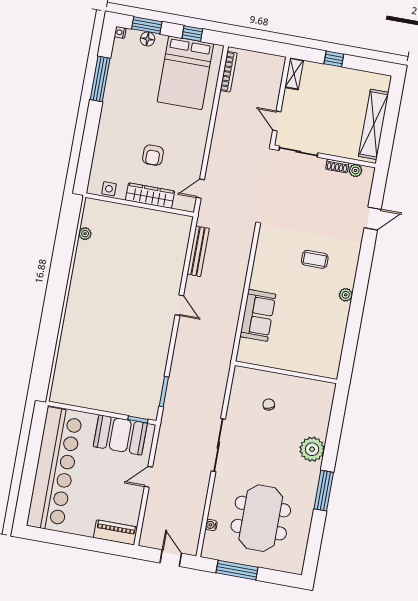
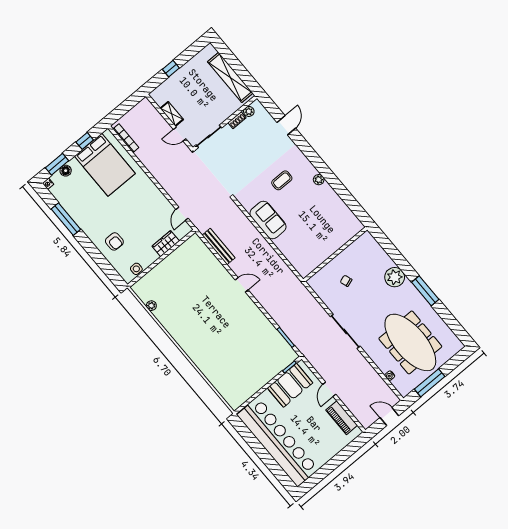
shelving: (294, 74) -> (172, 114), moved
armchair: (153, 155) -> (114, 241), moved
wardrobe: (150, 196) -> (166, 244), width x0.67
sofa: (258, 315) -> (268, 220), moved
meeting table: (261, 518) -> (410, 342), width x1.36
piano: (115, 532) -> (342, 418), moved, turned -90

